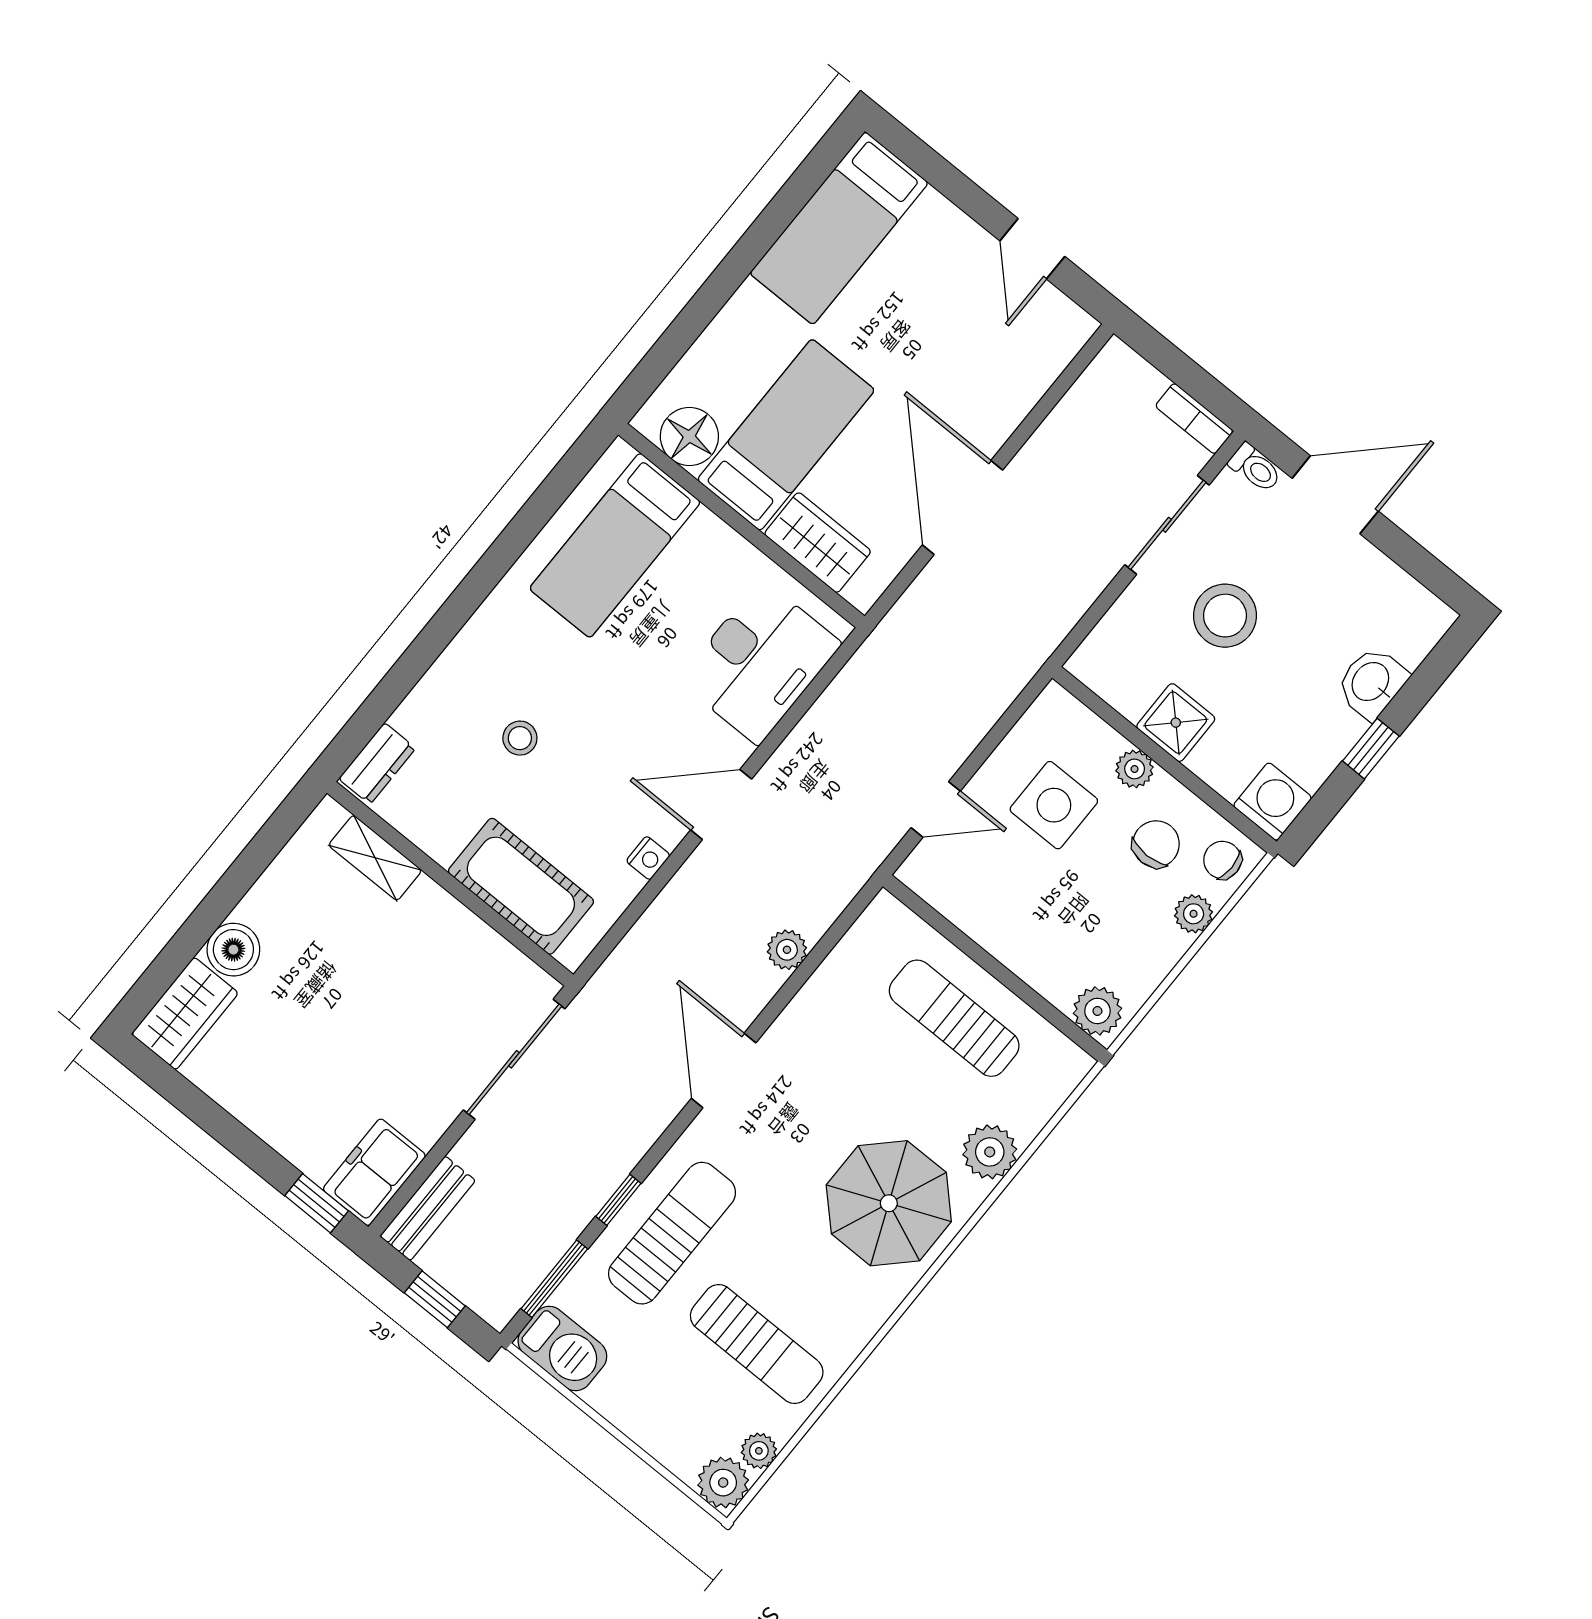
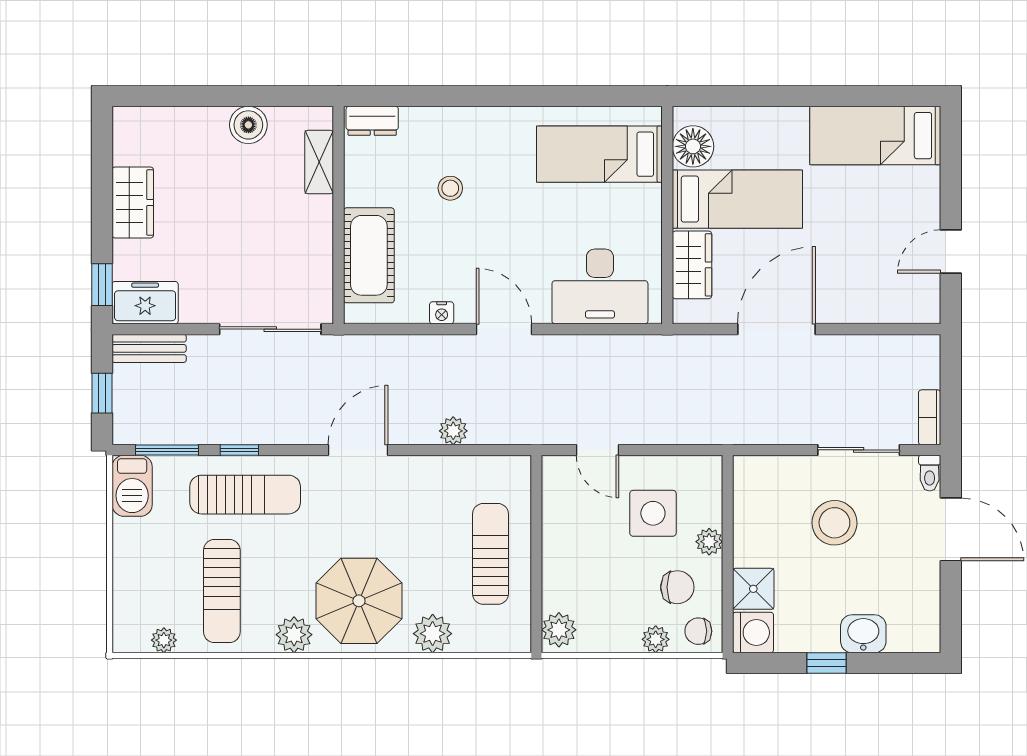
shower: (1176, 723) -> (753, 589), moved
chair: (1222, 860) -> (698, 631), turned -90
boiler: (233, 950) -> (248, 125), moved
wardrobe: (185, 1014) -> (133, 202), moved, turned -90
plant: (723, 1483) -> (294, 635), moved

